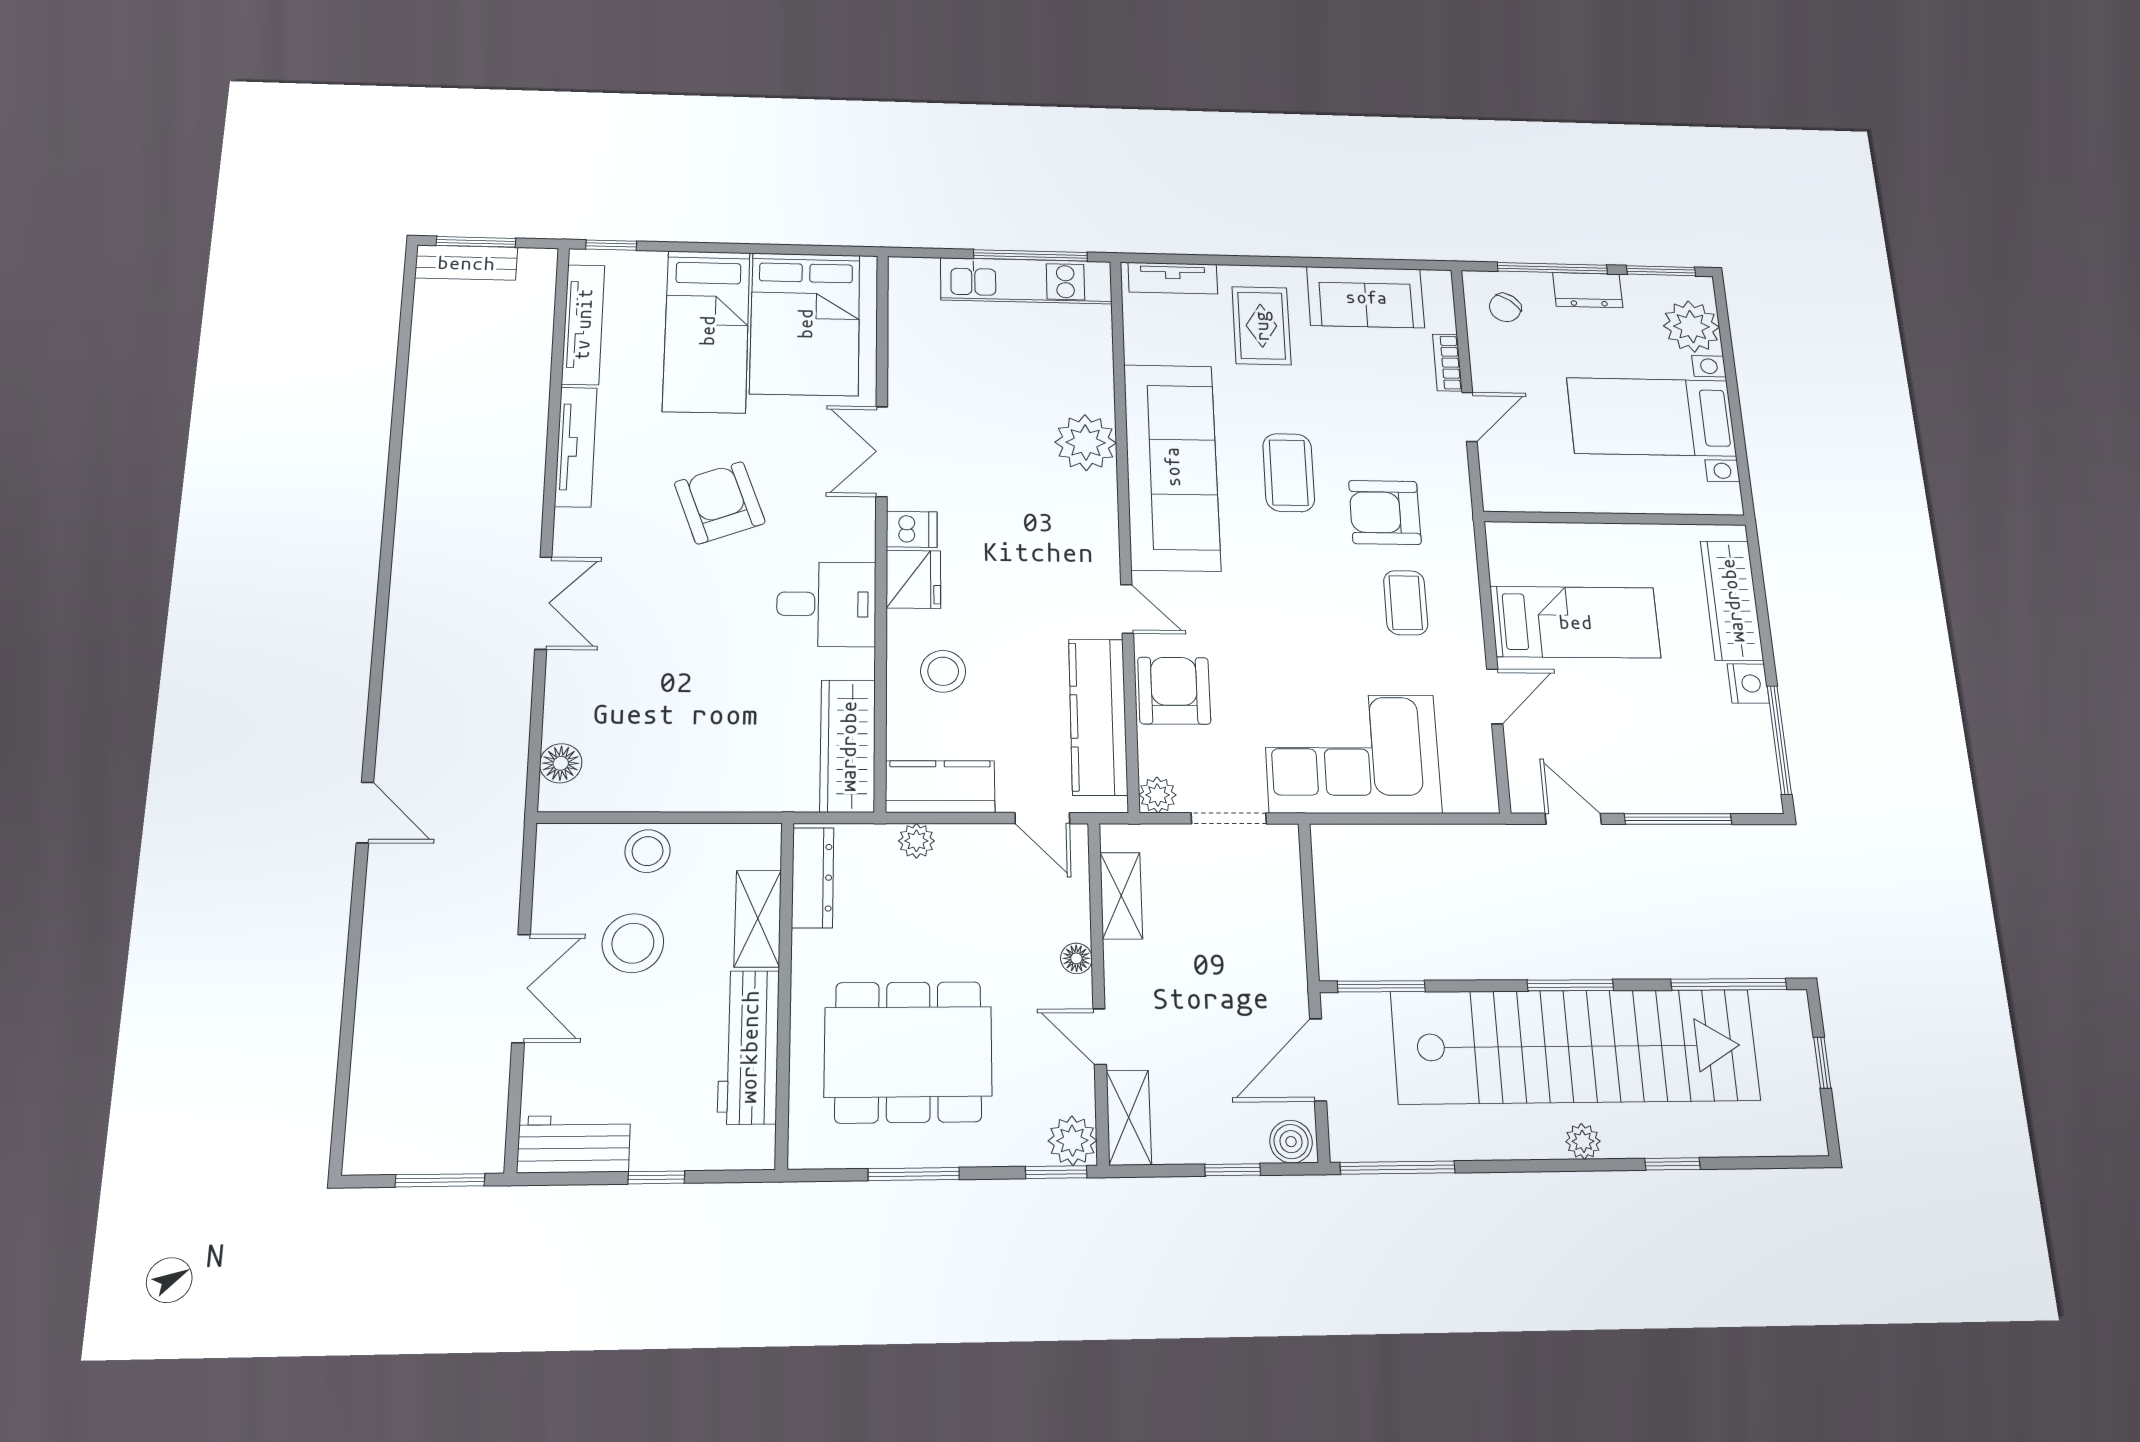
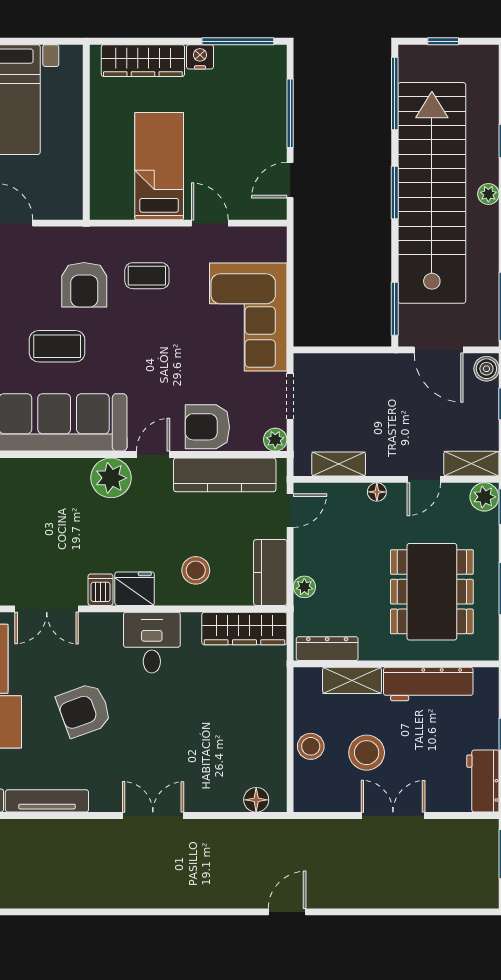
plant: (1086, 443) -> (111, 478), moved

